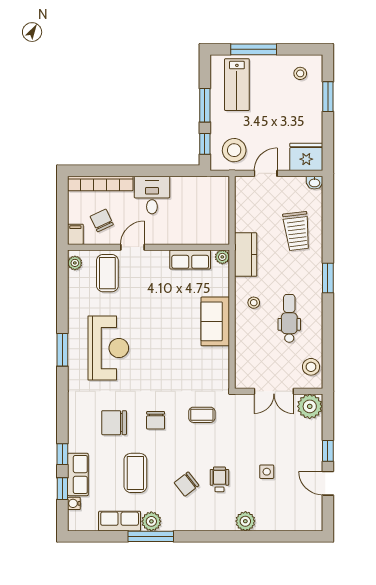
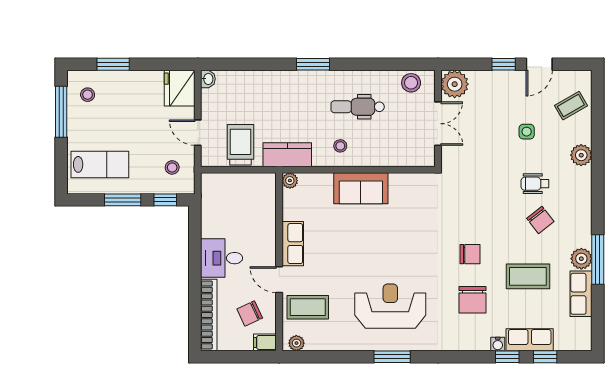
window: (254, 49) -> (61, 112), moved
stool: (234, 150) -> (172, 167), width x0.53, depth x0.53
trolley: (297, 231) -> (240, 145), moved, turned -83
row of seats: (190, 259) -> (293, 244), moved
coffee table: (202, 415) -> (571, 106), moved, turned 60
water cooler: (74, 503) -> (498, 344), moved

